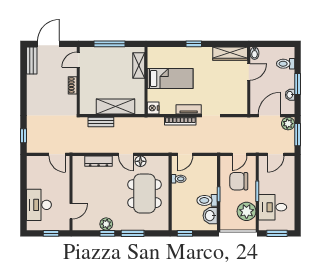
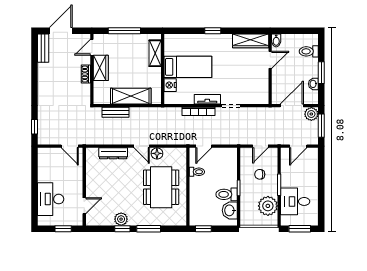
wardrobe: (87, 79) -> (101, 68), added
nightstand: (153, 108) -> (170, 85), moved
chair: (239, 181) -> (260, 174), width x0.54, depth x0.54

